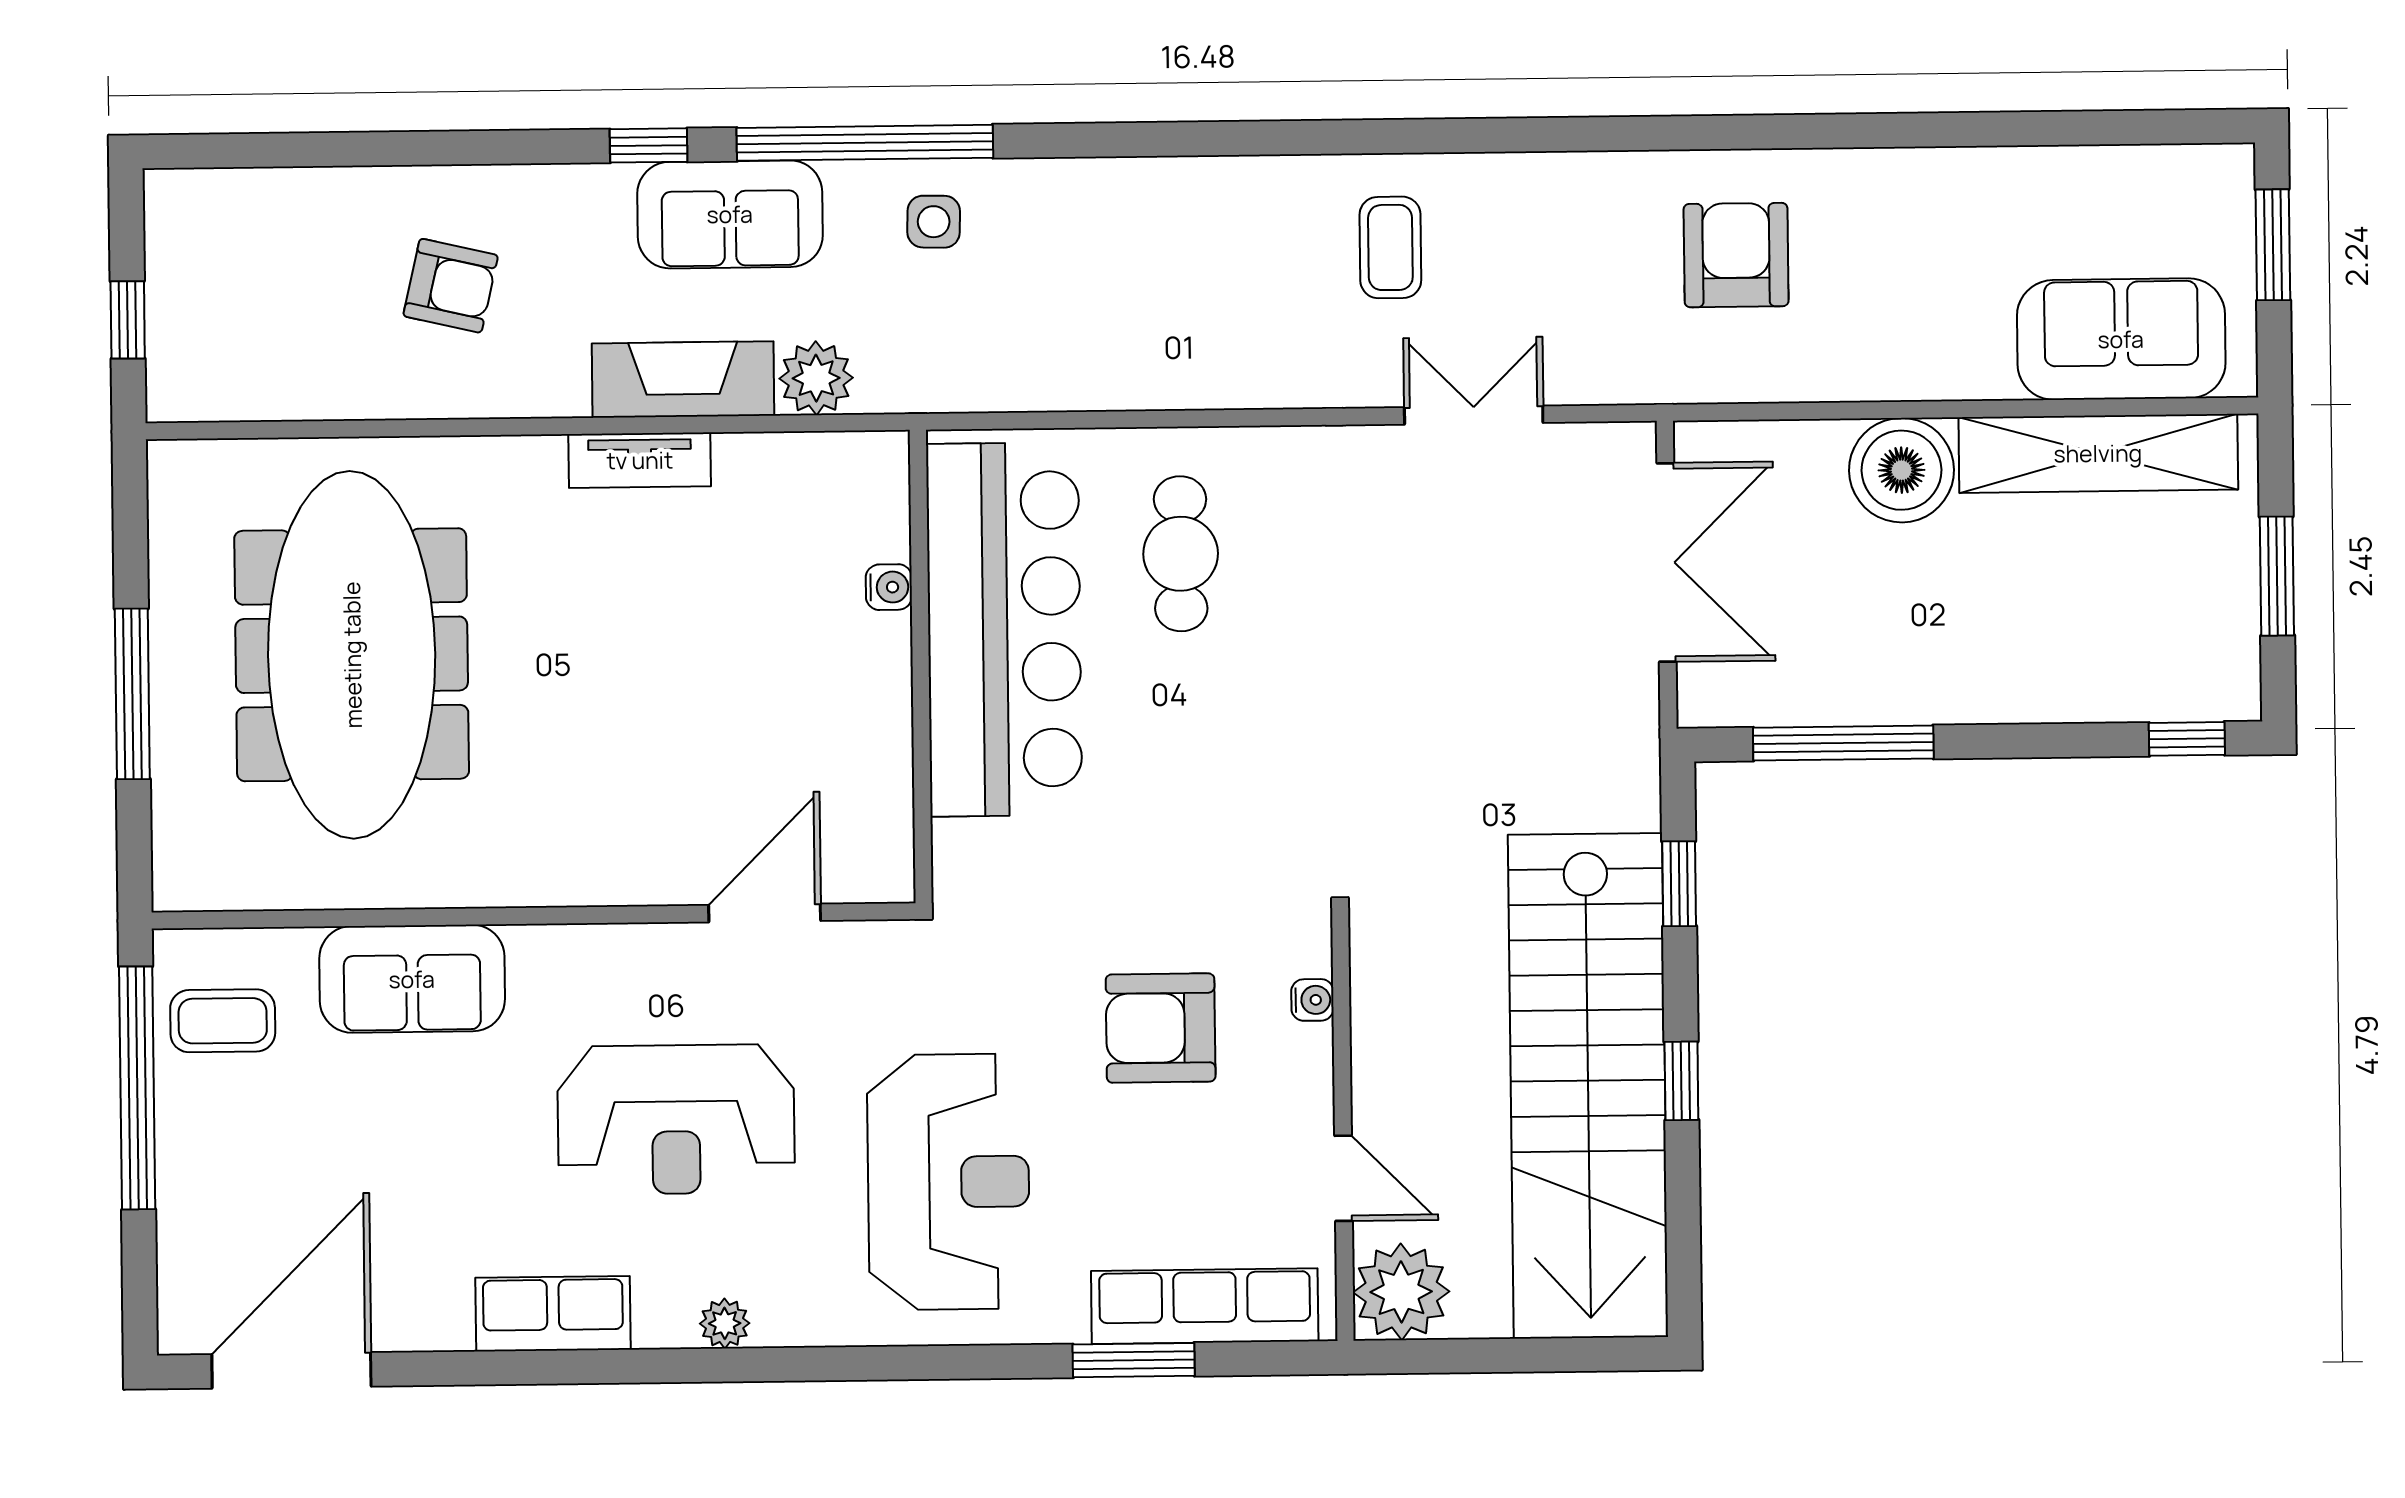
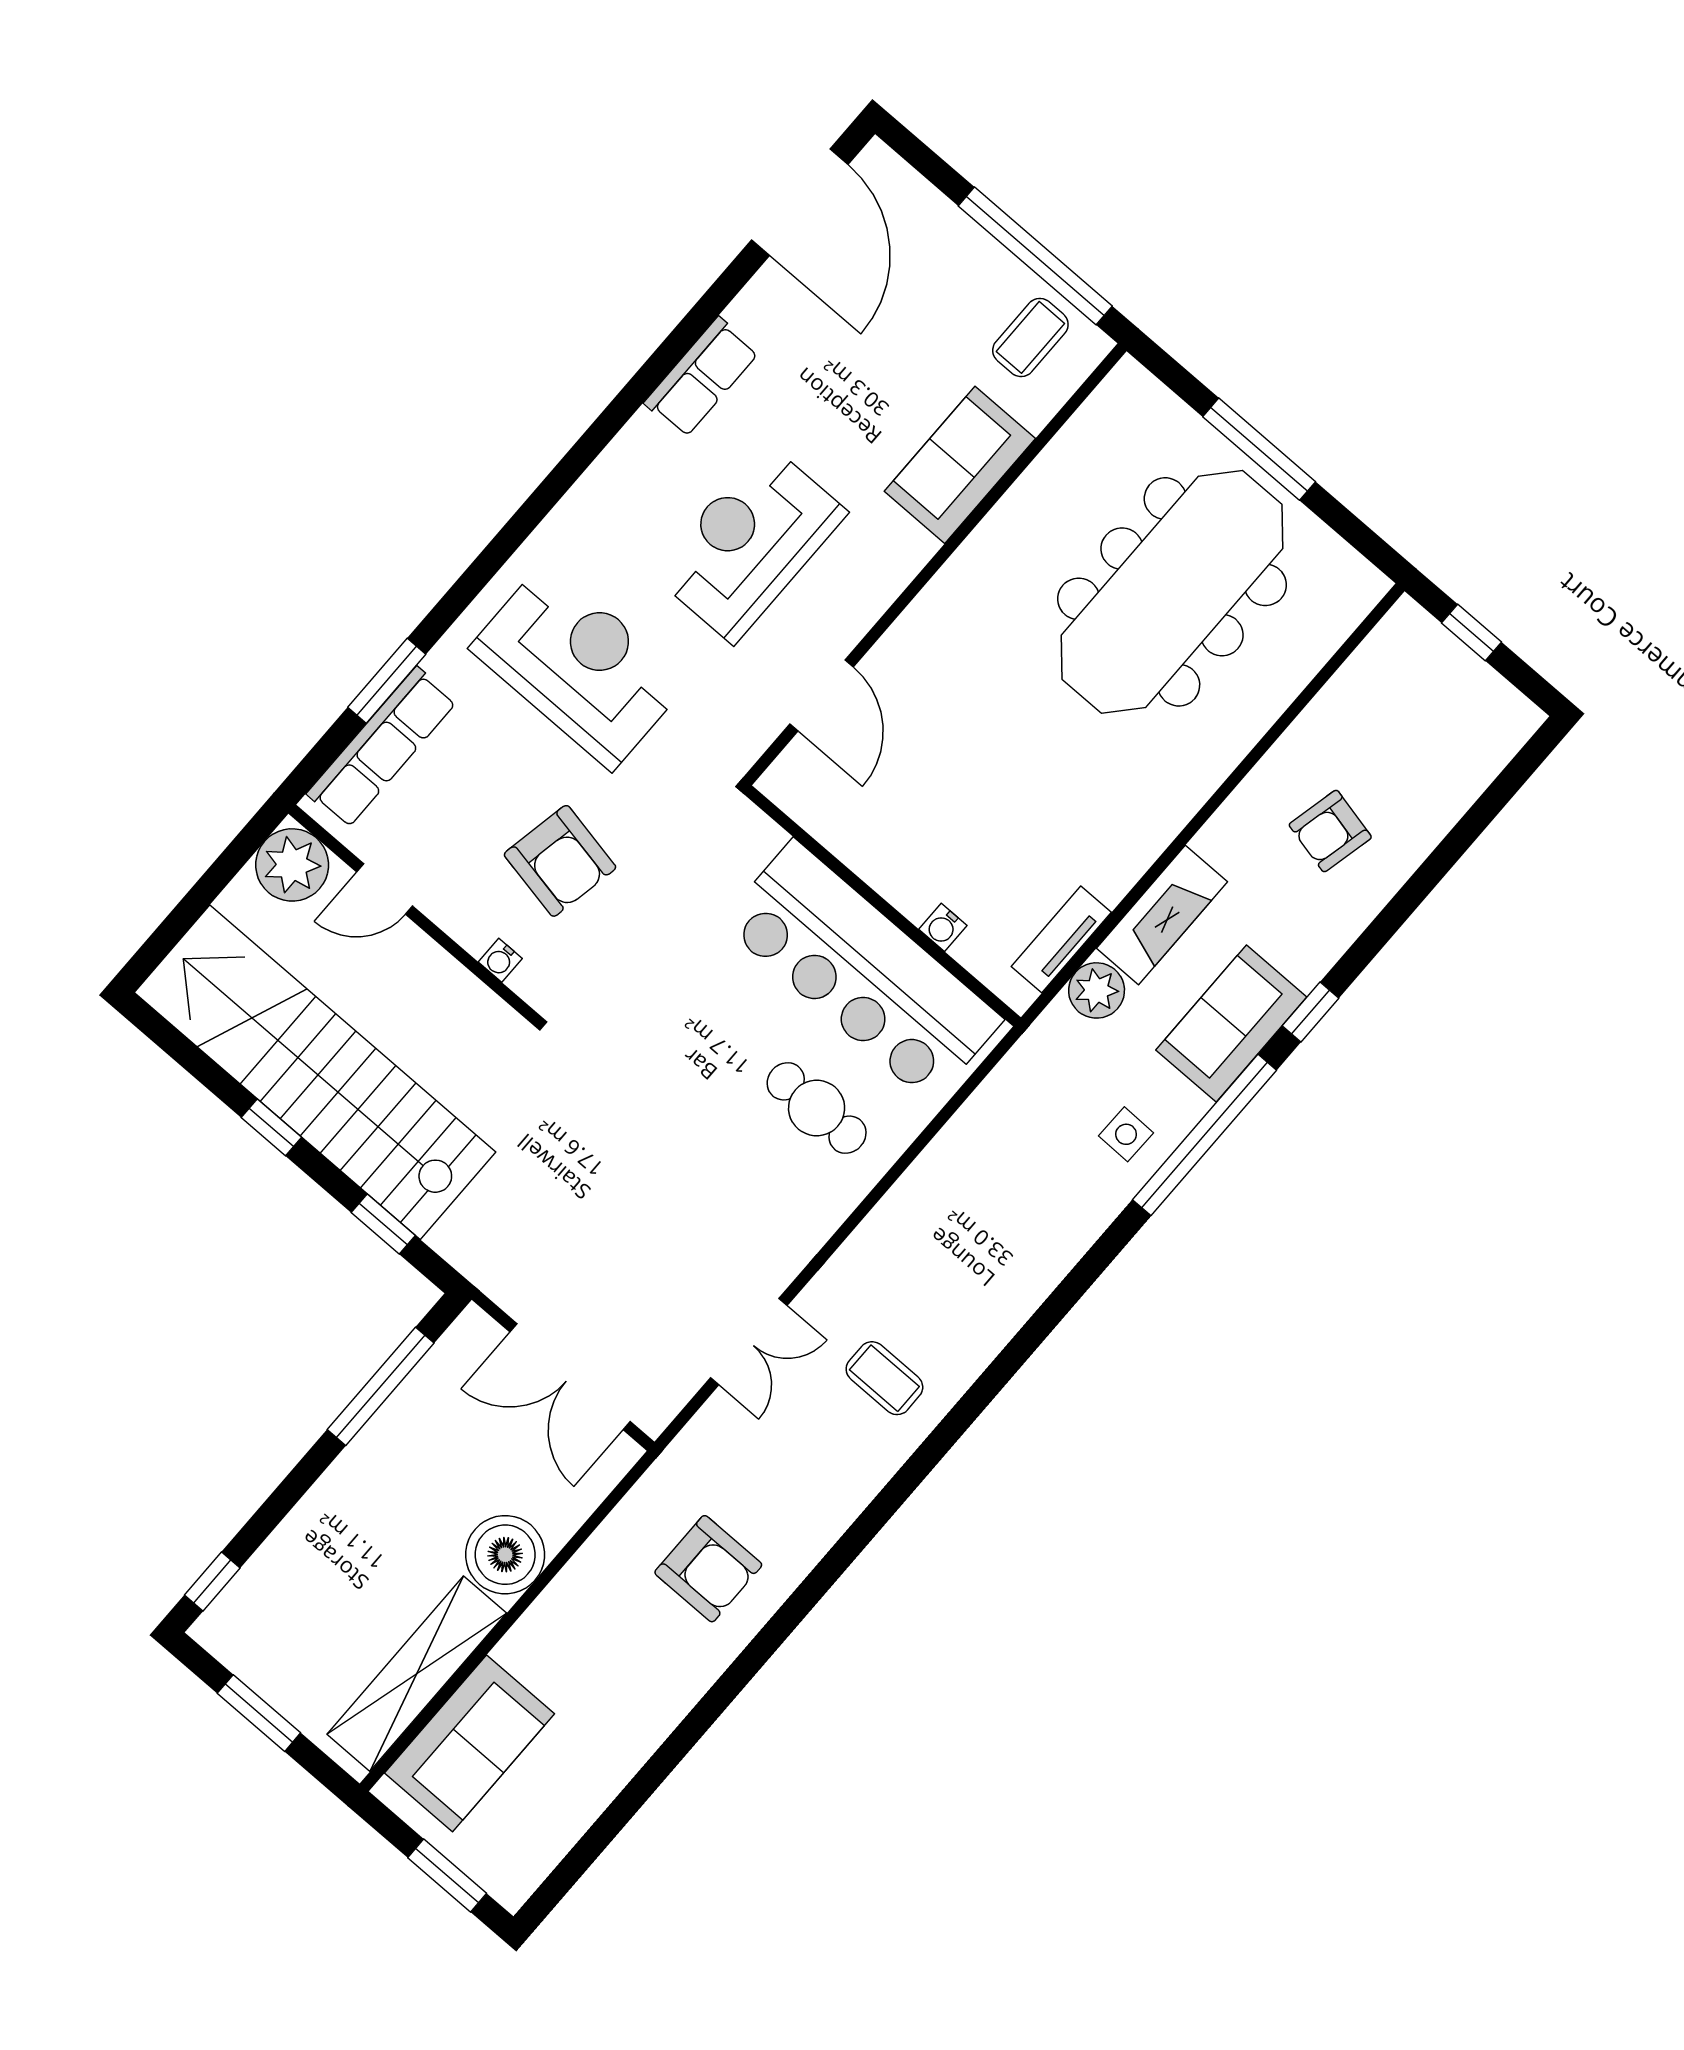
tv unit: (640, 460) -> (1061, 939), moved
meeting table: (352, 655) -> (1172, 592), turned 90
armchair: (1161, 1028) -> (560, 861), turned 101
reception desk: (949, 1182) -> (579, 665), turned 180
plant: (725, 1323) -> (611, 469), removed

